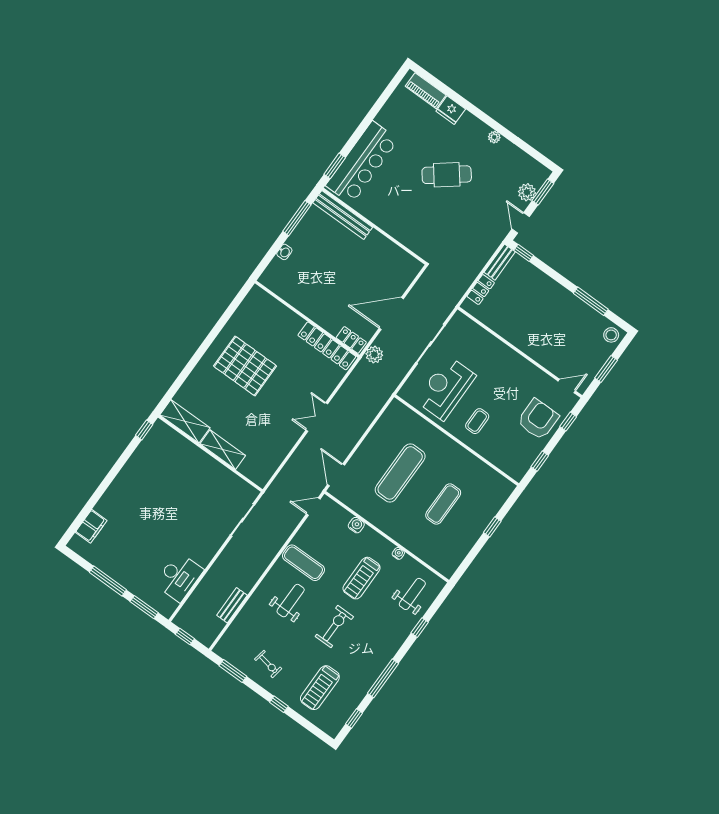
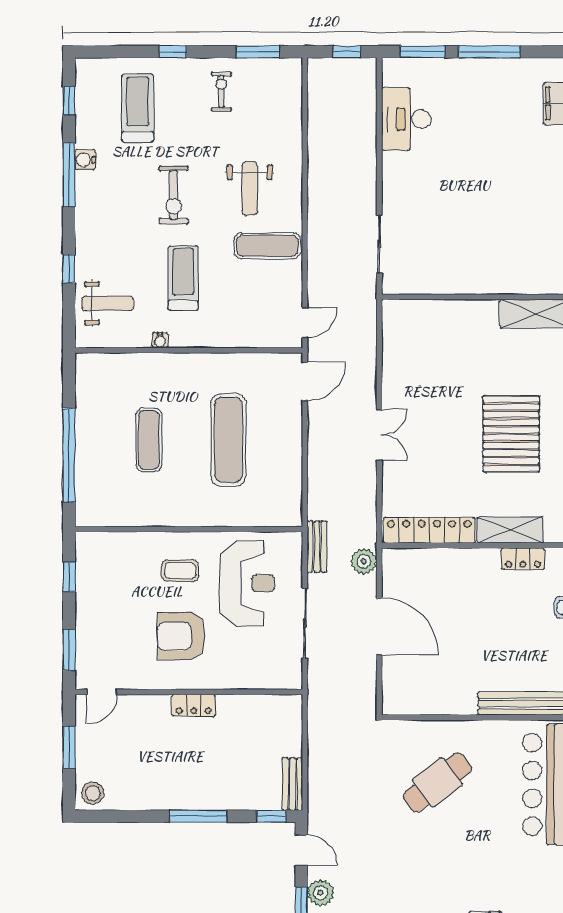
cafe table: (447, 175) -> (437, 782), moved
locker: (481, 290) -> (194, 705), moved, turned -90
window: (591, 301) -> (198, 816), moved
door: (391, 313) -> (379, 626), hinge flipped
locker: (351, 340) -> (523, 559), moved
pallet: (245, 366) -> (511, 434), turned 90
armchair: (538, 419) -> (181, 636), moved, turned 90
coffee table: (477, 421) -> (180, 571), turned 90
window: (568, 422) -> (69, 650), width x1.50
shelving: (223, 450) -> (510, 530), moved
door: (336, 475) -> (305, 381), hinge flipped
water cooler: (356, 525) -> (85, 160), moved, turned 90
window: (492, 527) -> (69, 455), width x3.17
weight bench: (412, 594) -> (107, 303), turned -90
bench: (232, 605) -> (317, 547), moved
exercise bike: (268, 664) -> (221, 92), turned 80

